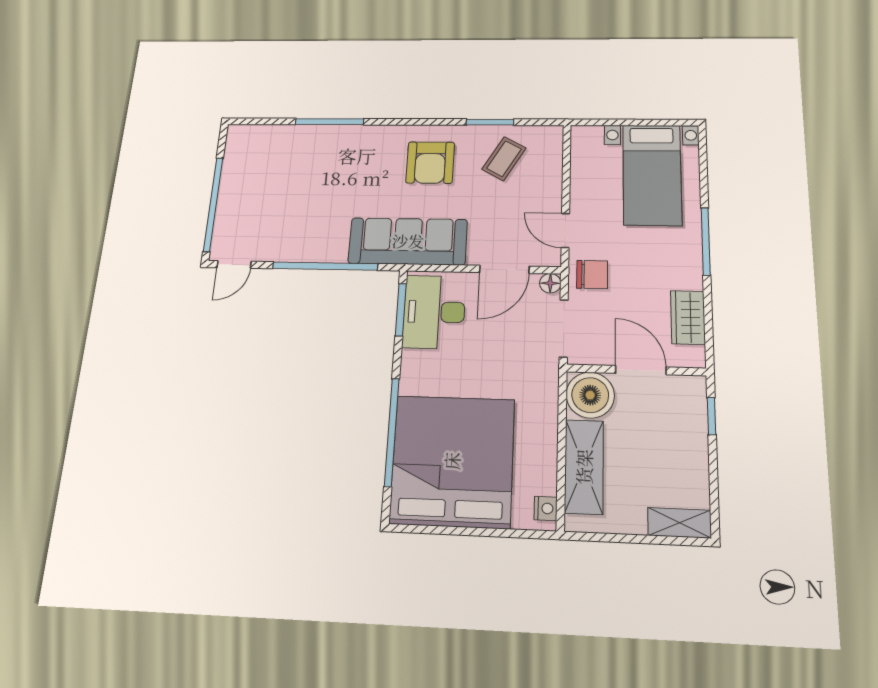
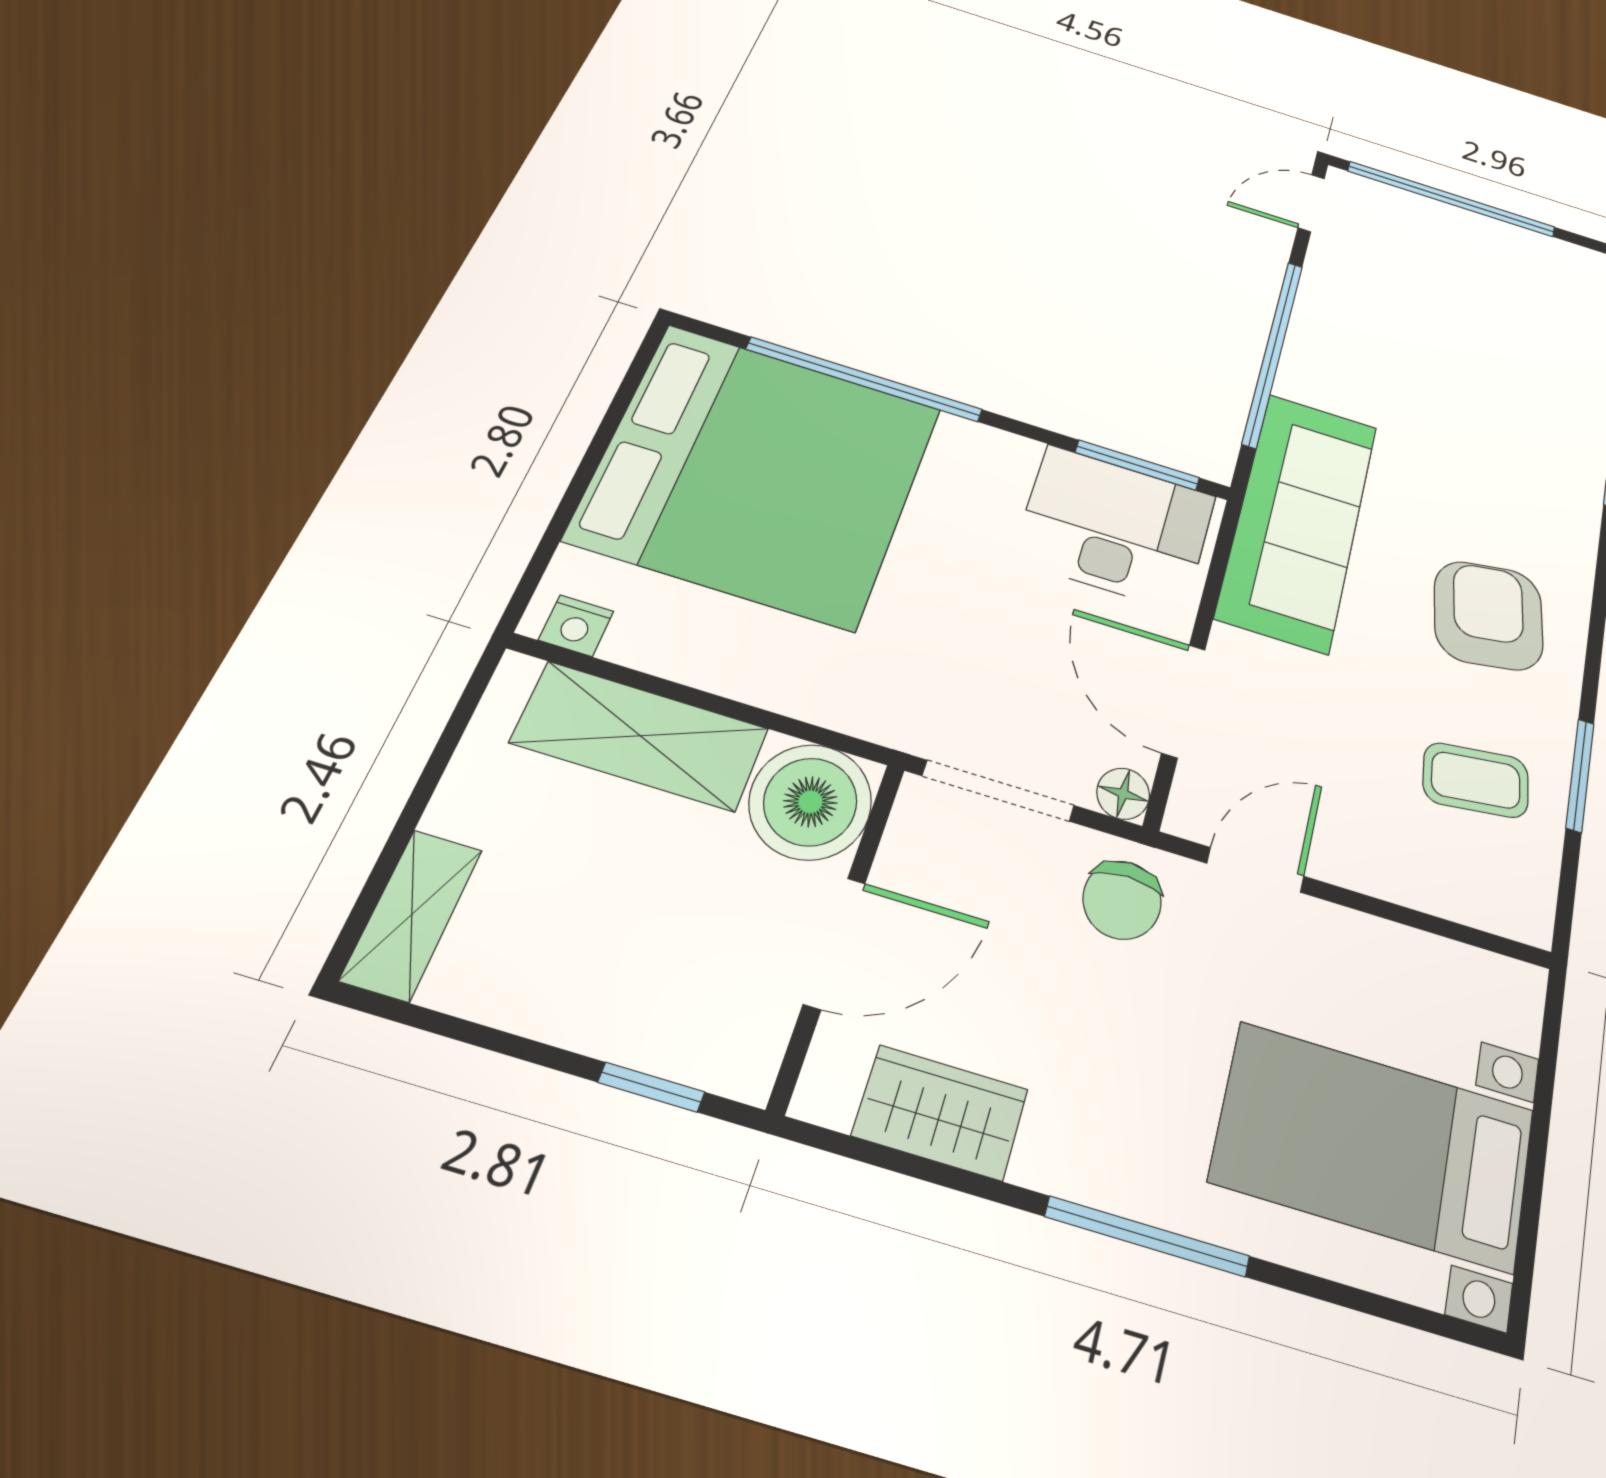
coffee table: (504, 159) -> (1476, 780), turned -37
armchair: (430, 163) -> (1488, 615), turned 81
door: (234, 264) -> (1311, 203), hinge flipped

